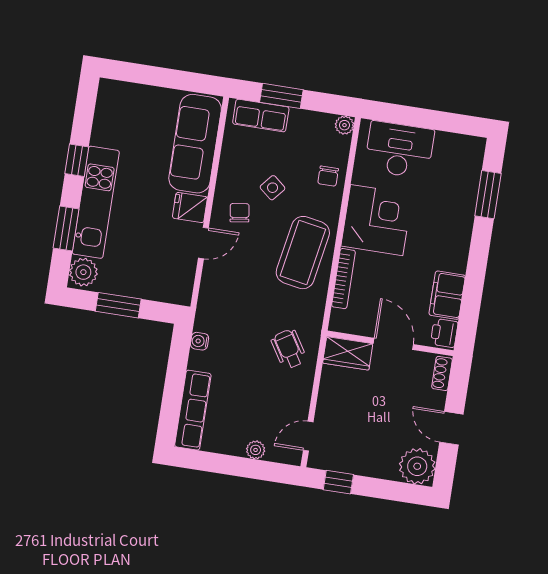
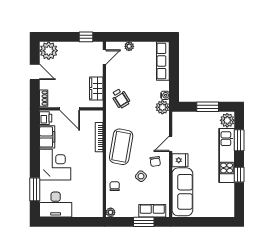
desk: (399, 150) -> (56, 205), moved
corner desk: (377, 220) -> (55, 165), moved, turned 180
plant: (208, 318) -> (162, 107), added
wardrobe: (348, 353) -> (96, 89), moved, turned -90

